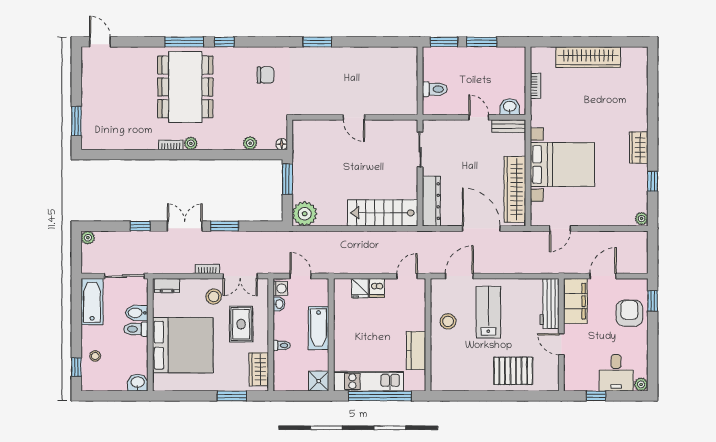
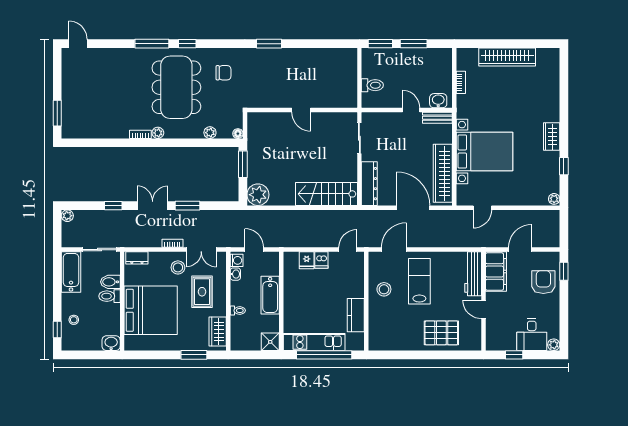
dining table: (185, 87) -> (176, 87), moved

